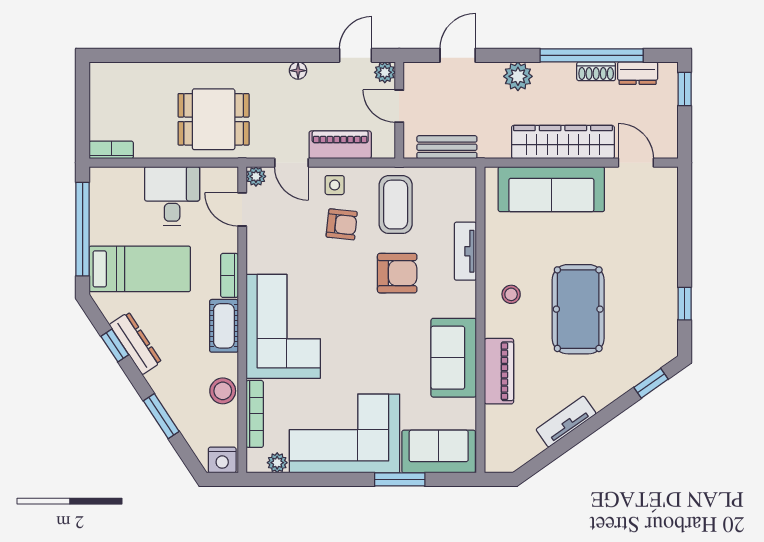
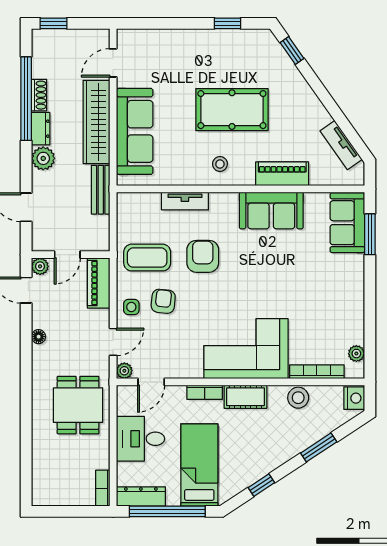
dresser: (638, 73) -> (41, 129), moved
piano: (340, 145) -> (99, 283), moved
bench: (447, 147) -> (101, 190), moved
dresser: (135, 343) -> (141, 496), moved, turned 33
tv unit: (566, 422) -> (341, 145), moved
corner sofa: (345, 433) -> (333, 299), removed
window: (400, 479) -> (370, 234), moved

